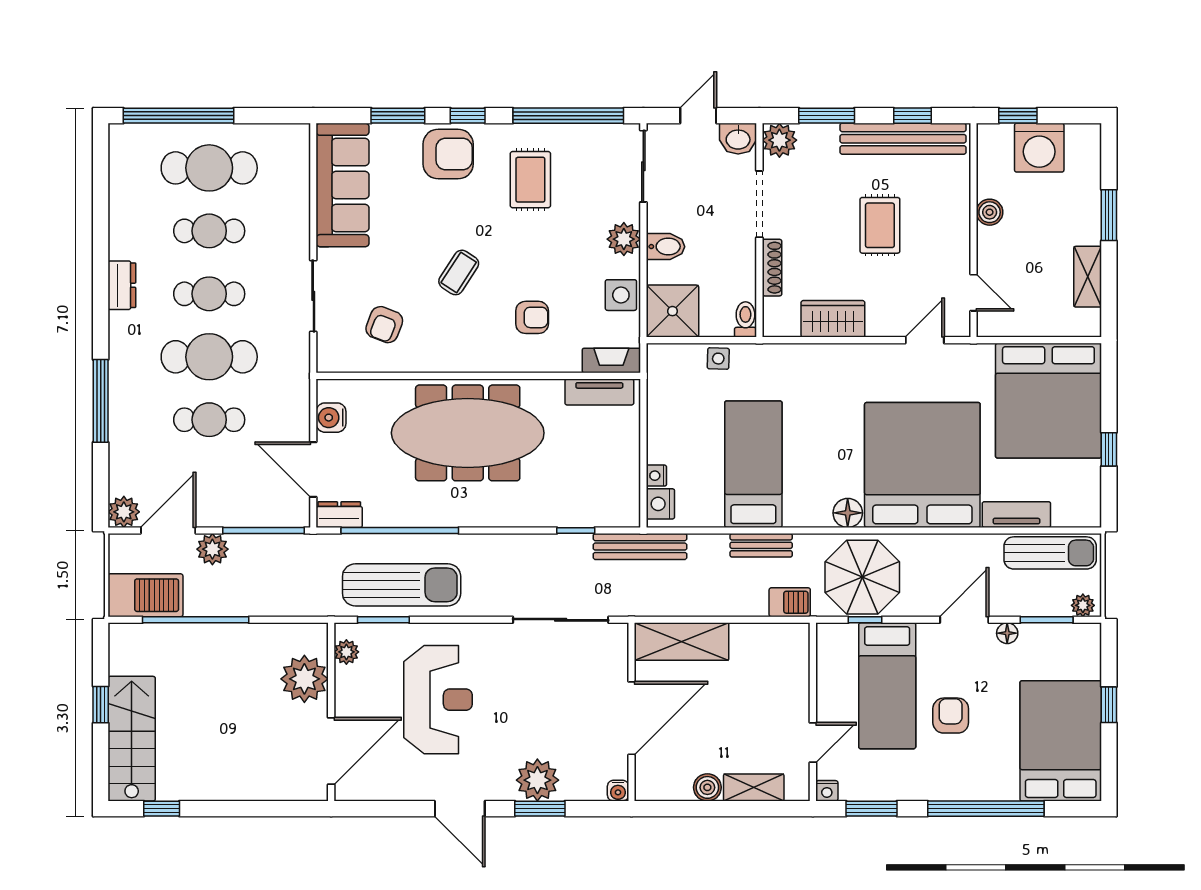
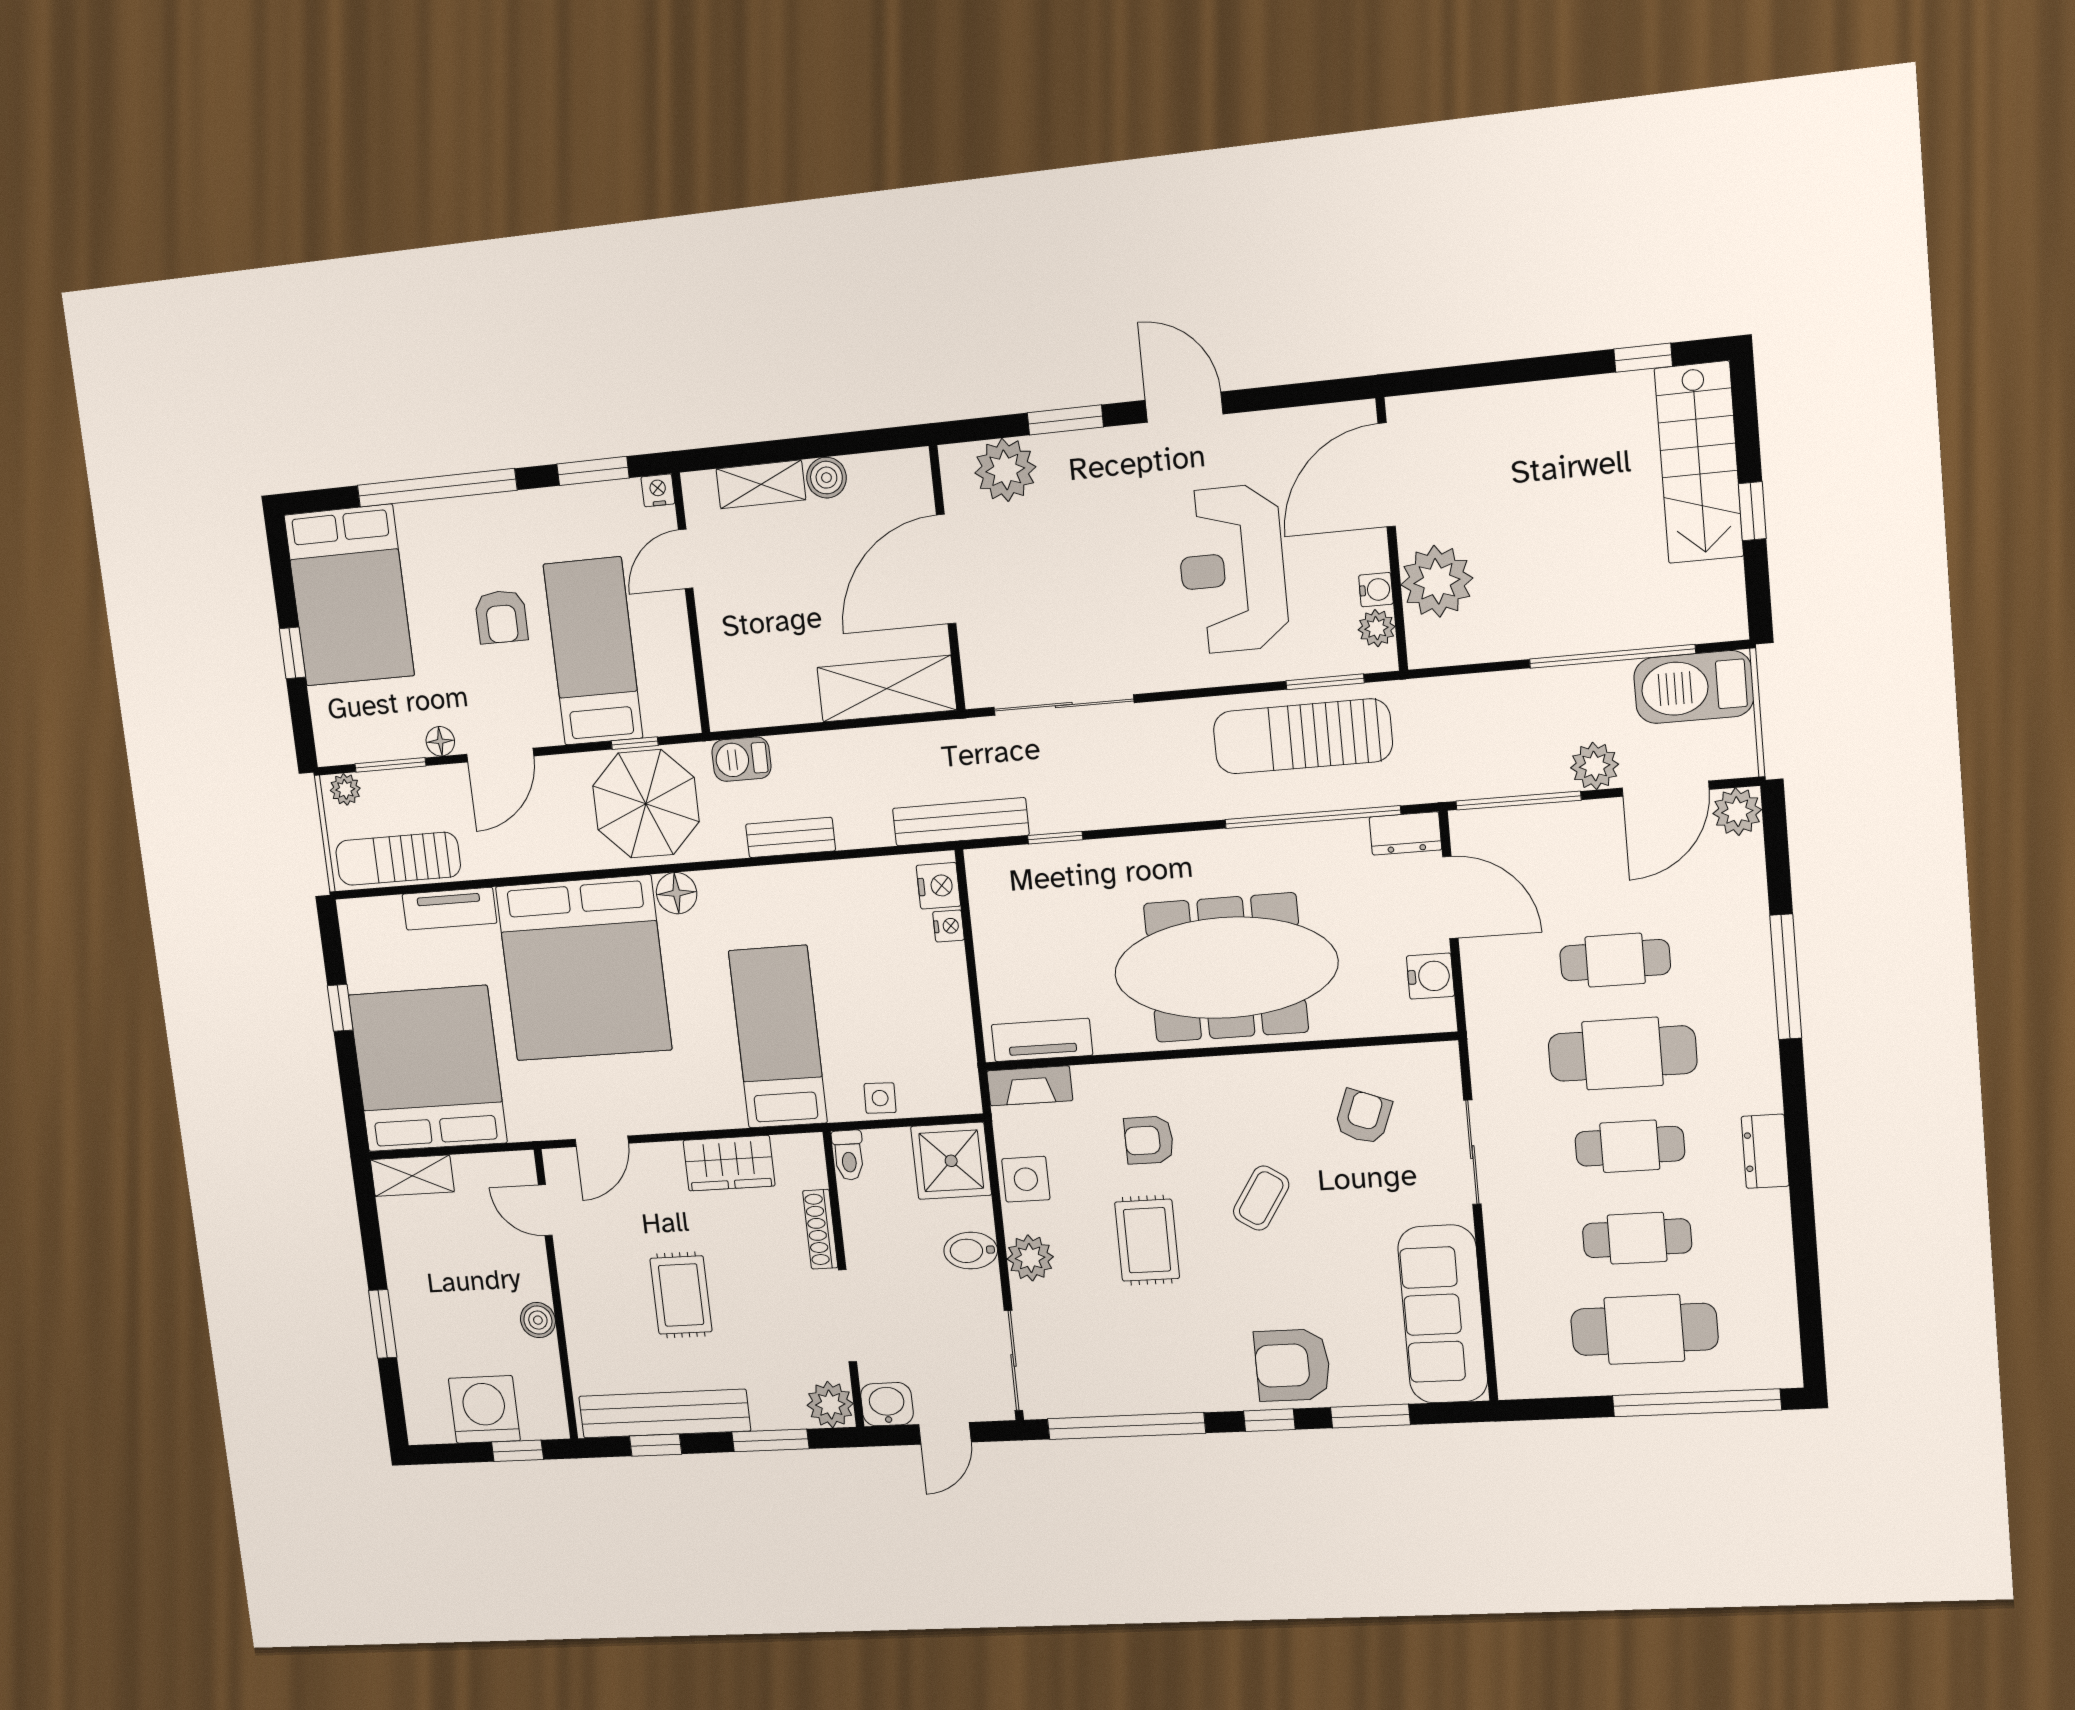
rug: (530, 180) -> (1147, 1240), moved
shelving: (1088, 277) -> (412, 1176), moved, turned 90
bed: (753, 464) -> (778, 1037), moved, turned 180
plant: (537, 780) -> (1005, 470), moved
water cooler: (618, 791) -> (1376, 590), moved, turned 90

